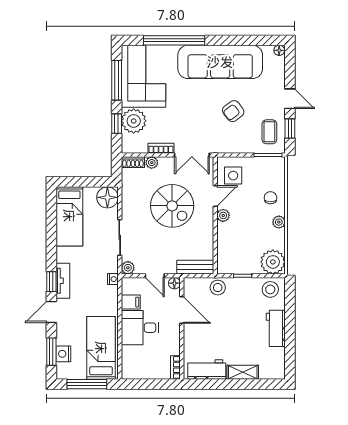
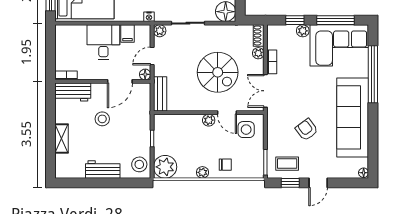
plant: (134, 121) -> (303, 31), width x0.53, depth x0.53
spiral stairs: (172, 206) -> (218, 72), turned -90
stool: (218, 288) -> (102, 119), moved
workbench: (207, 369) -> (73, 92), moved, turned 90

